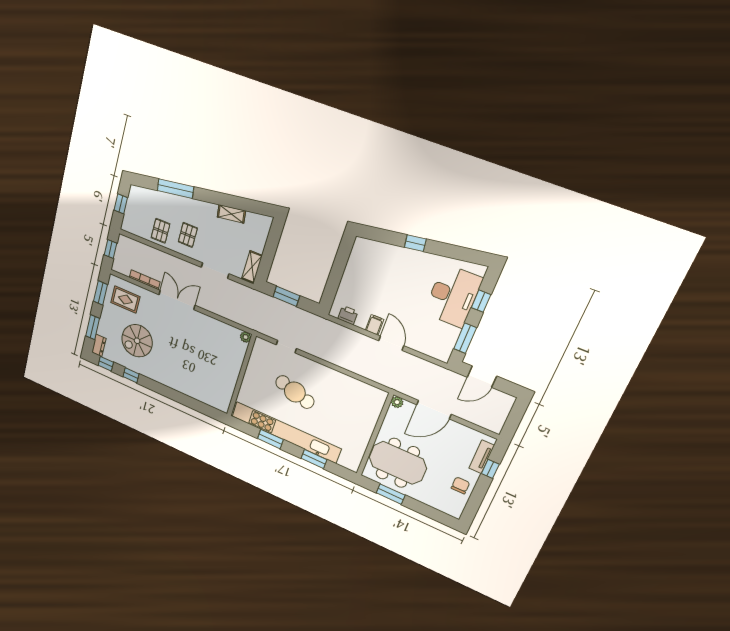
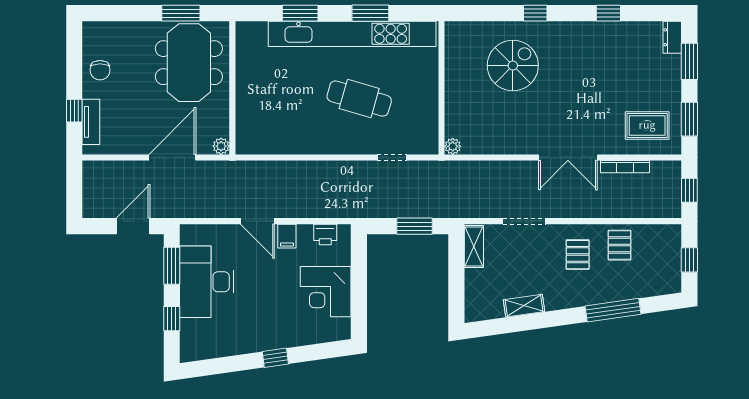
corner desk: (362, 276) -> (326, 292), added
desk: (453, 296) -> (207, 282), moved
spiral stairs: (137, 341) -> (513, 65), moved
window: (106, 364) -> (535, 13), moved
meeting table: (398, 463) -> (189, 63), turned 90

